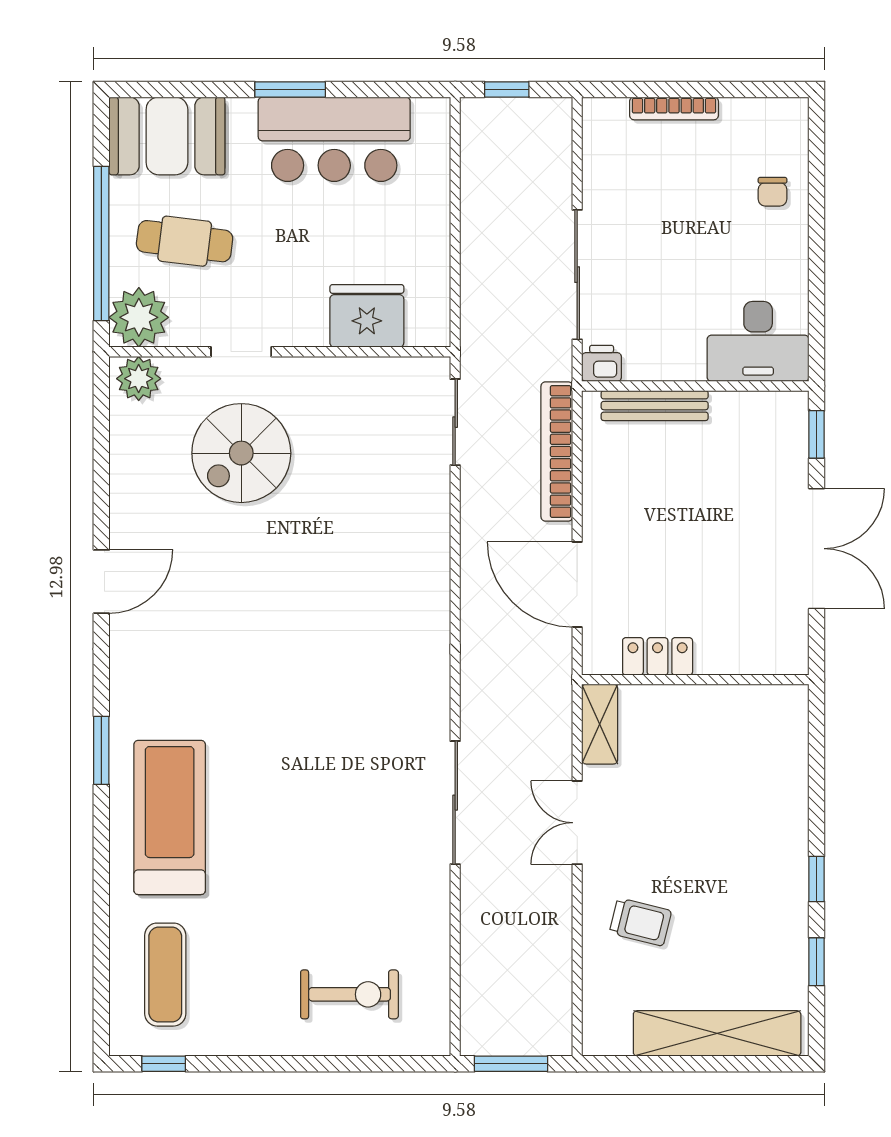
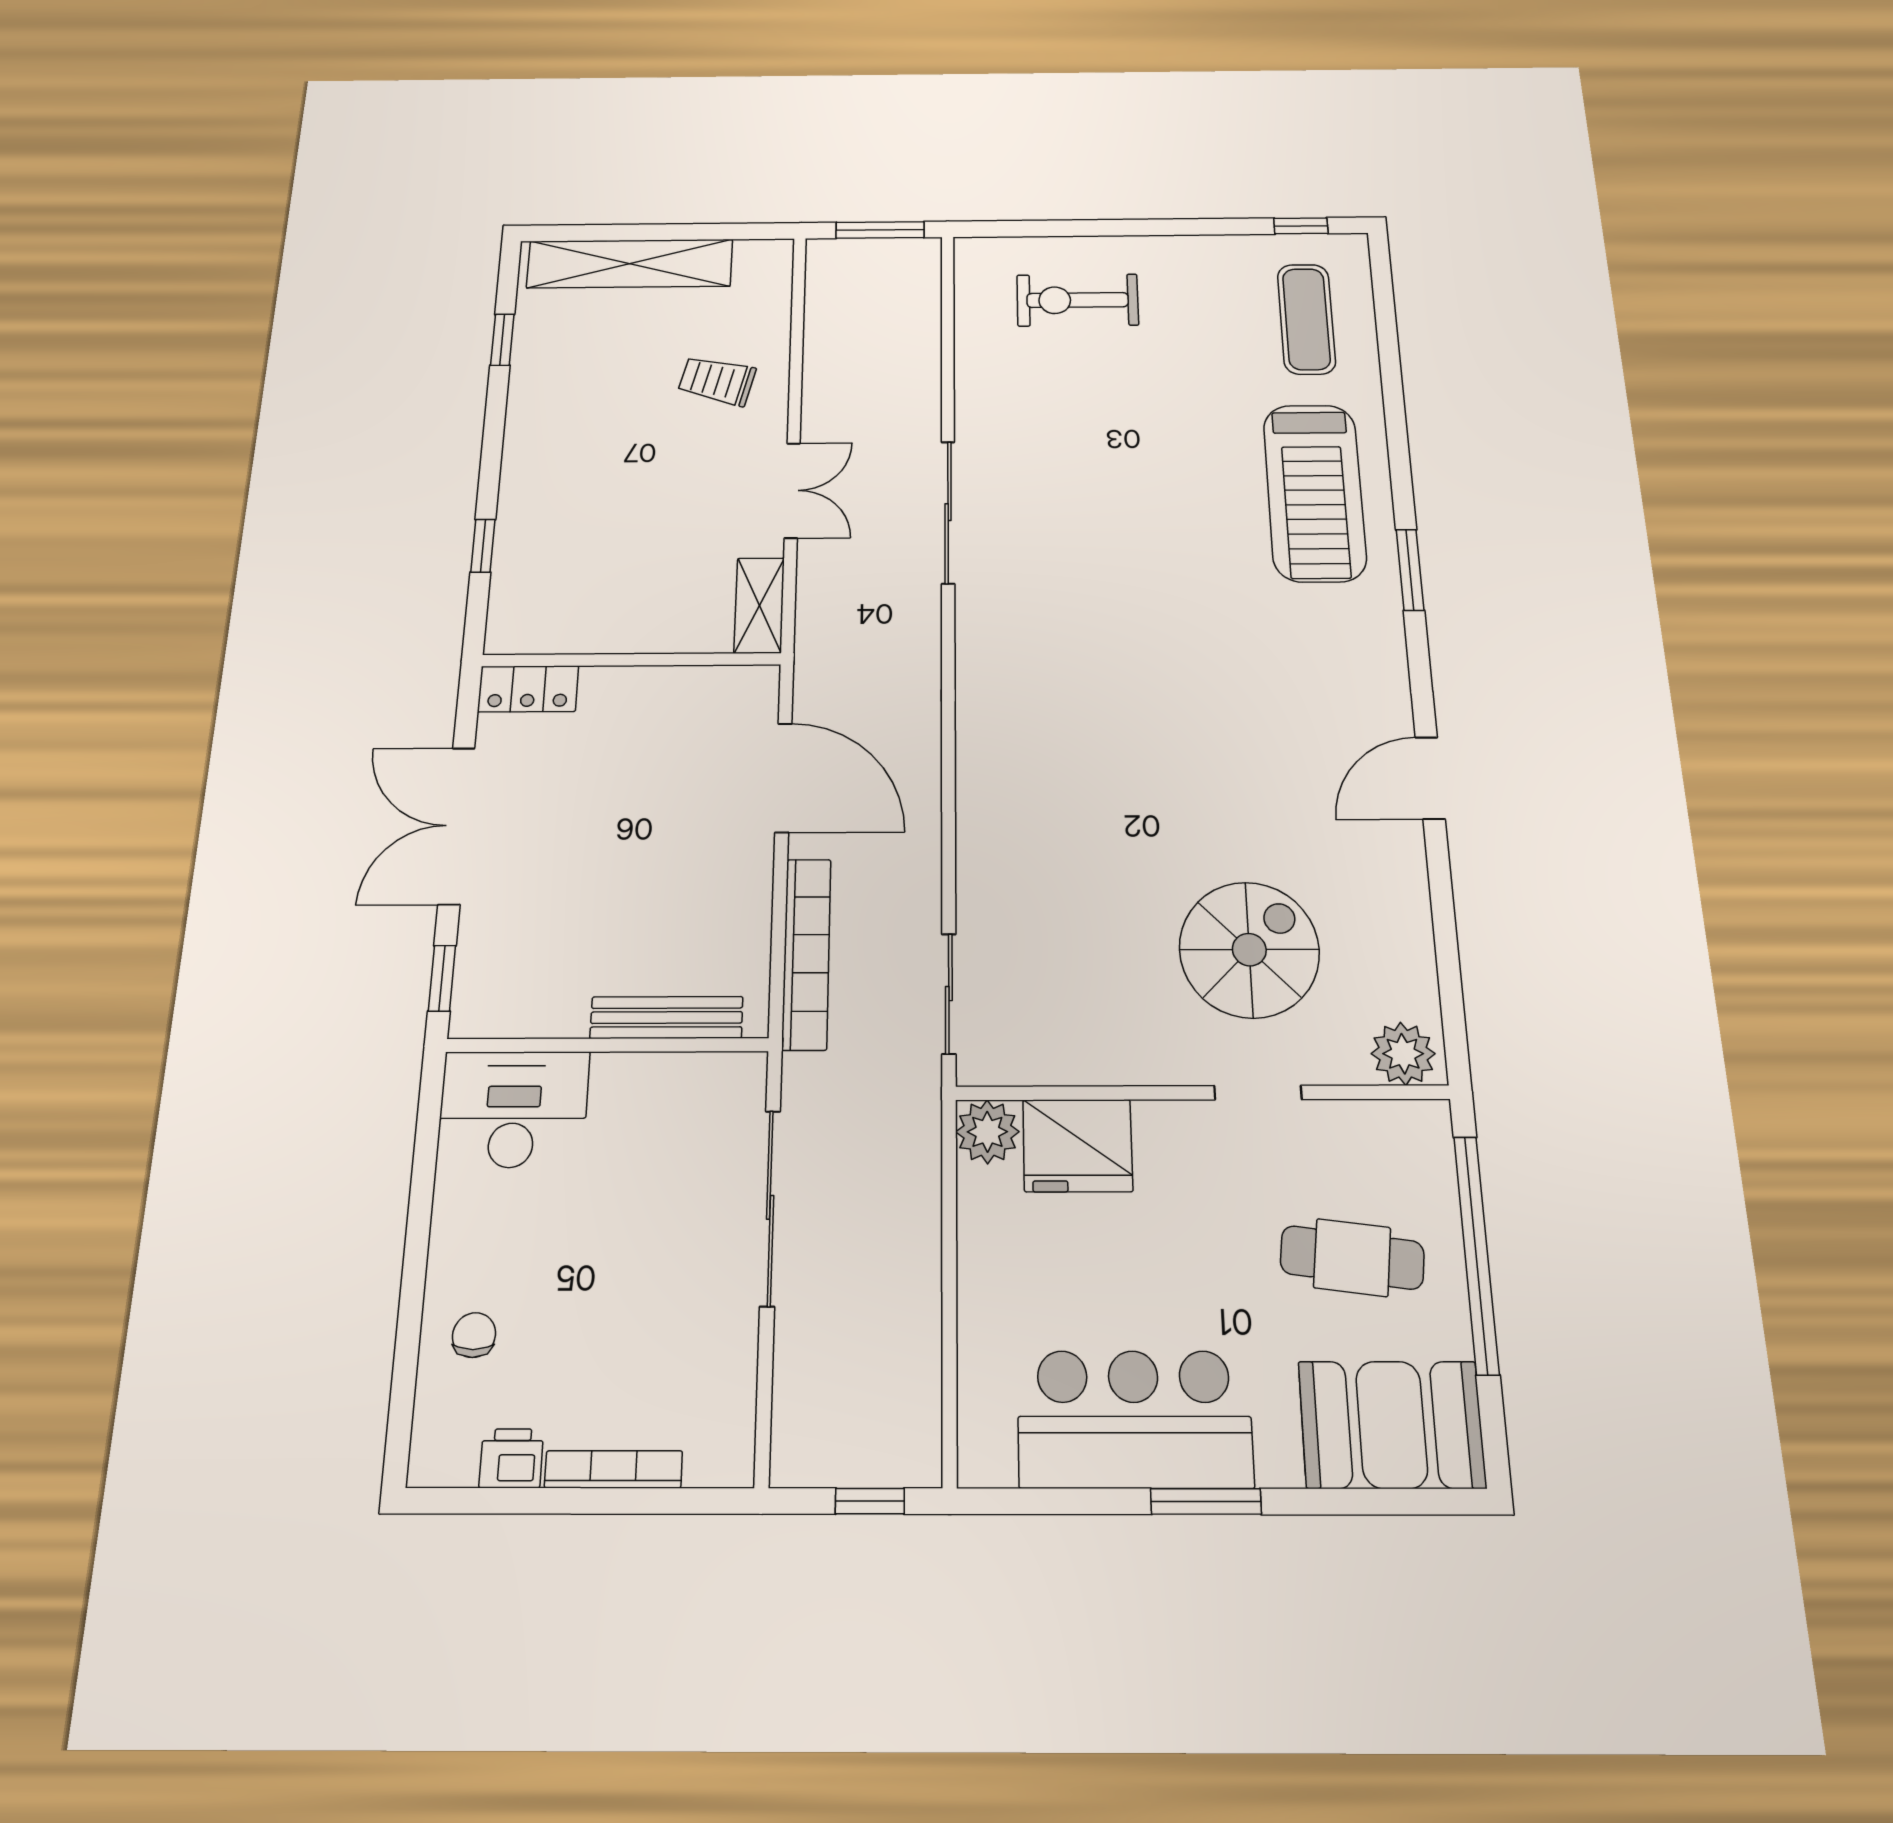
plant: (139, 317) -> (987, 1132), moved, width x0.73, depth x0.73
printer: (602, 363) -> (511, 1458), moved, turned 180
locker: (658, 656) -> (528, 689), moved
window: (817, 879) -> (483, 546), moved

